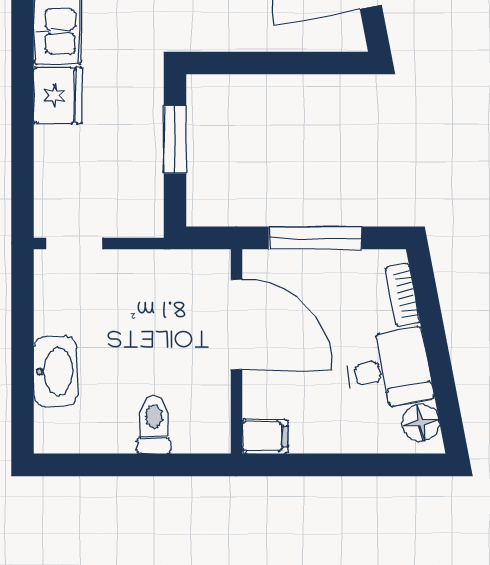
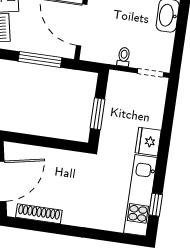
toilet: (137, 269) -> (124, 57), added

